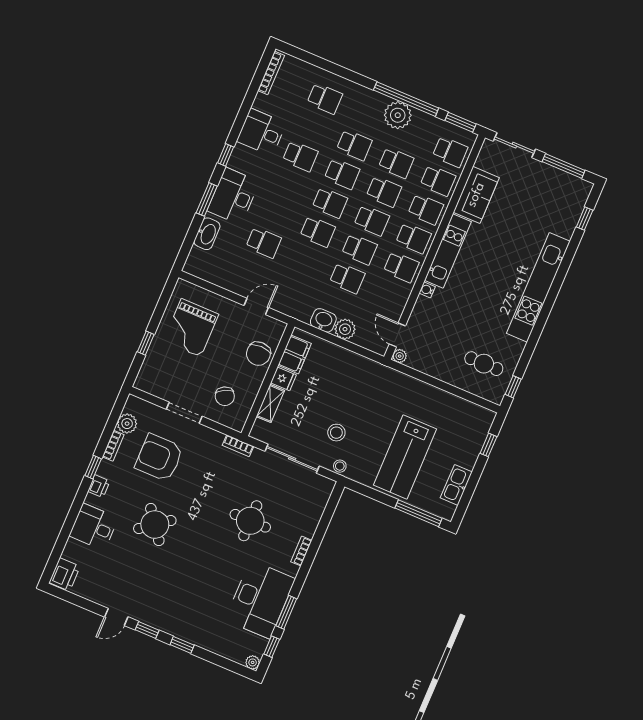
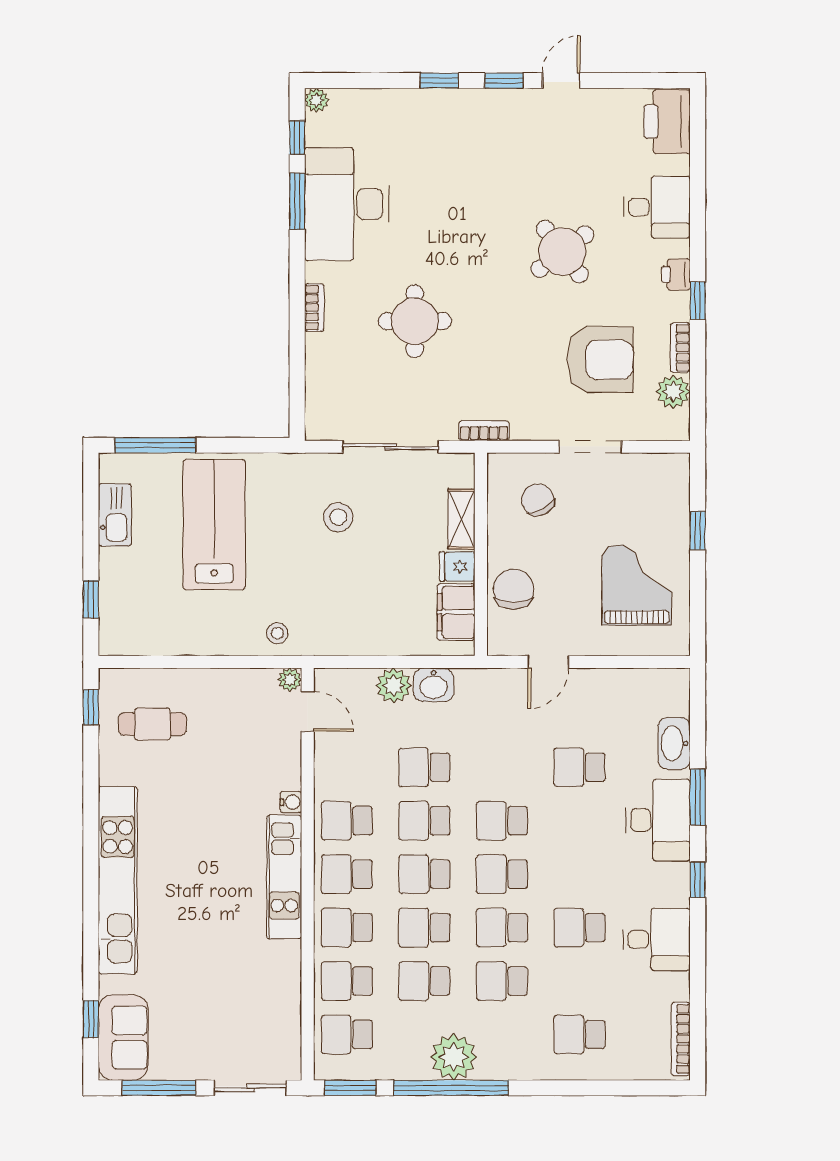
sofa: (476, 195) -> (123, 1038), moved, turned 180
stool: (340, 466) -> (277, 633), moved
printer: (65, 574) -> (667, 122), width x1.37, depth x1.19

